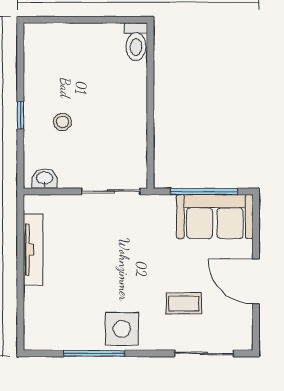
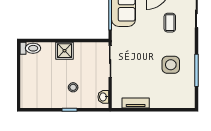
shower: (131, 106) -> (64, 51), added
tv unit: (33, 250) -> (136, 103), width x0.71
side table: (122, 329) -> (171, 65), moved

